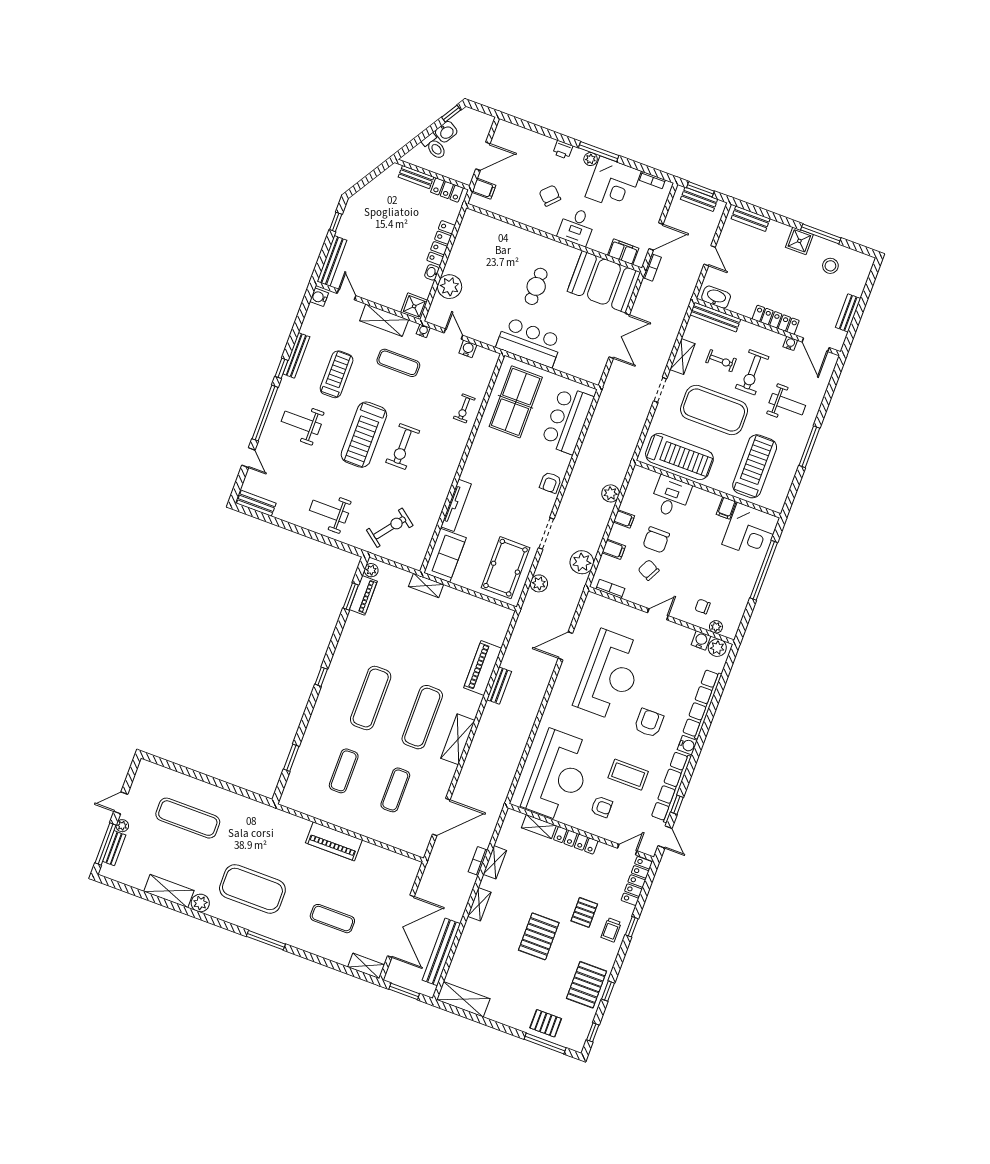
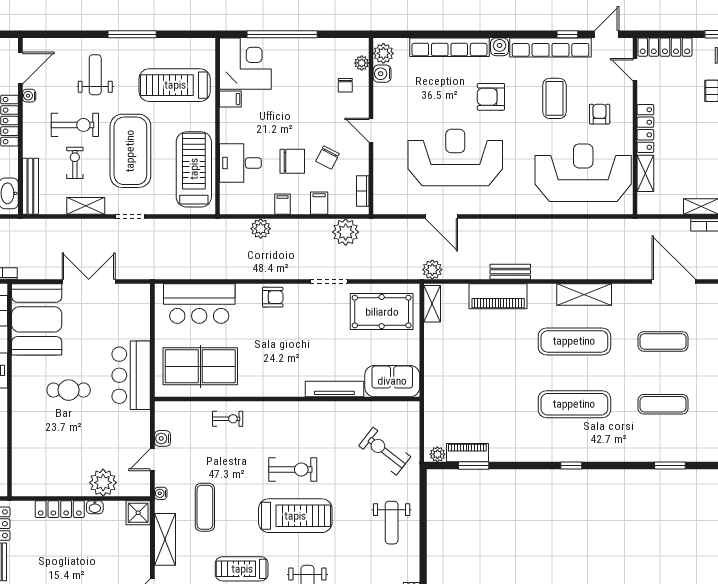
plant: (539, 583) -> (432, 270), moved
shelving: (426, 585) -> (432, 304), moved

